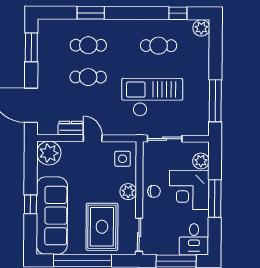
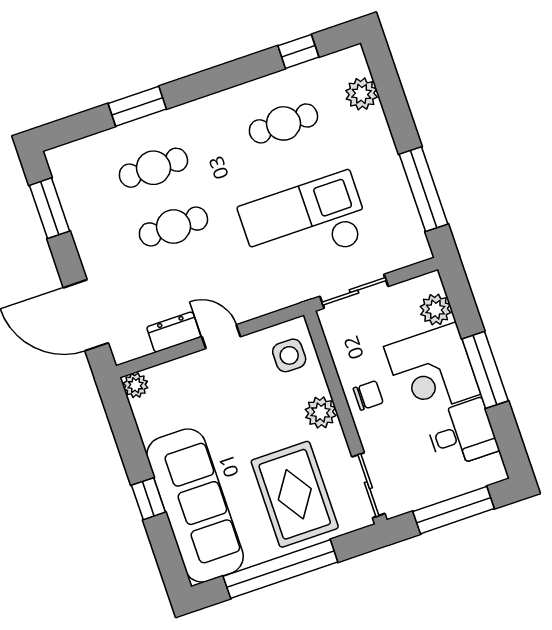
plant: (201, 28) -> (361, 94), moved
plant: (49, 153) -> (136, 385), width x0.53, depth x0.53
desk: (194, 239) -> (462, 433), moved, turned -90

